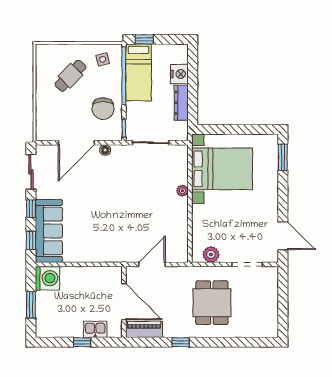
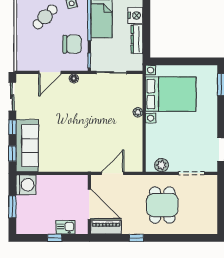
chair: (103, 109) -> (72, 44), turned -90
door: (76, 143) -> (50, 72), width x0.73

